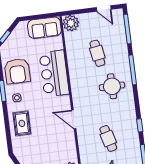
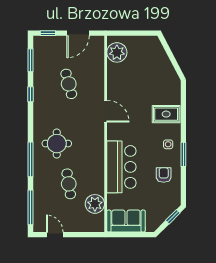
plant: (71, 23) -> (95, 204), moved
armchair: (17, 71) -> (164, 175), width x0.53, depth x0.53
rug: (22, 123) -> (166, 114), turned 90

